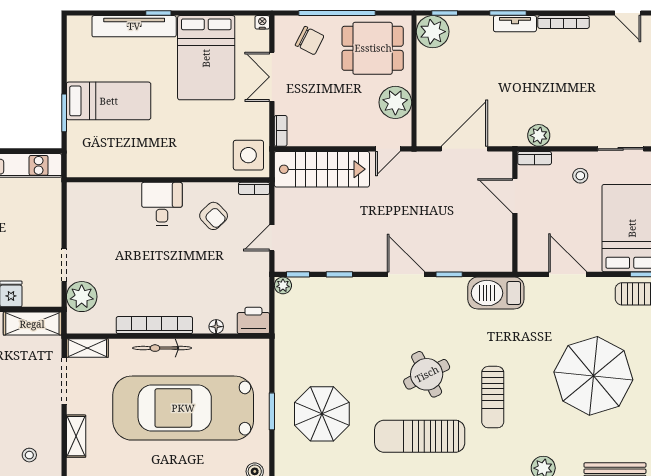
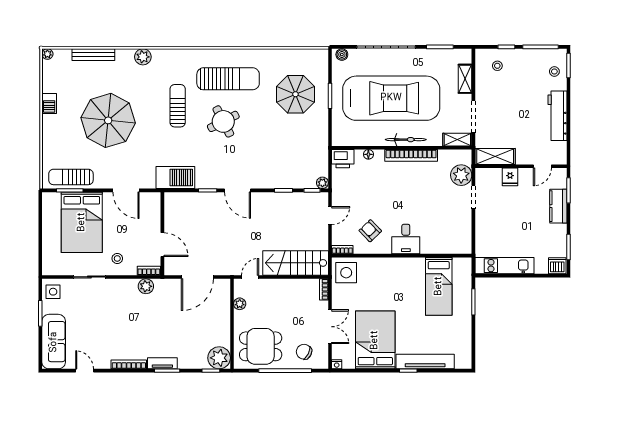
bed: (109, 101) -> (439, 286), moved, turned -90
plant: (395, 102) -> (240, 304), width x0.53, depth x0.53

